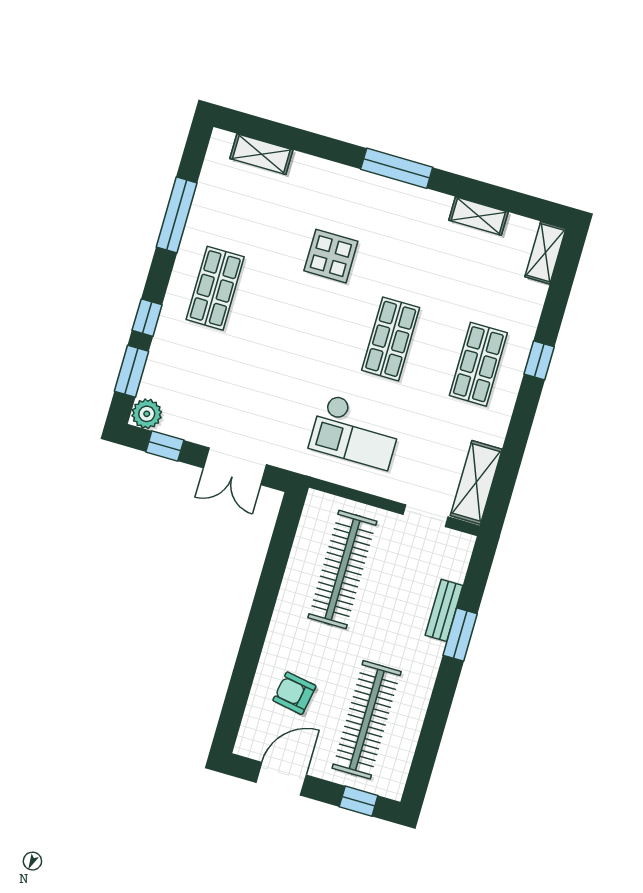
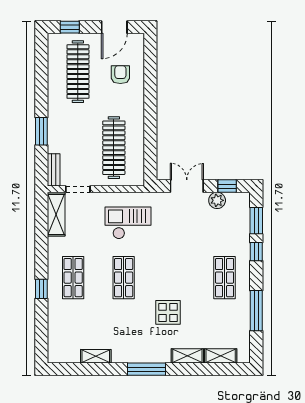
shelving: (545, 253) -> (187, 356), moved, turned 90
plant: (147, 414) -> (217, 200), moved
bench: (444, 610) -> (54, 170), moved
armchair: (294, 693) -> (120, 75), turned -100

